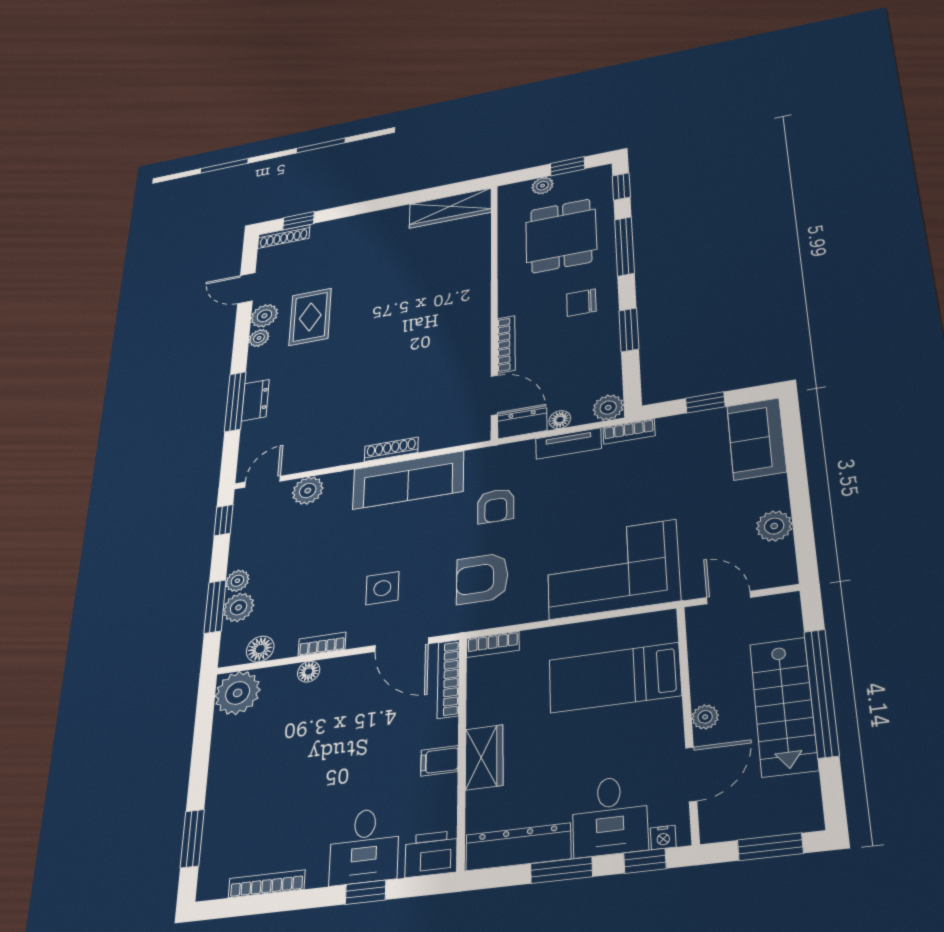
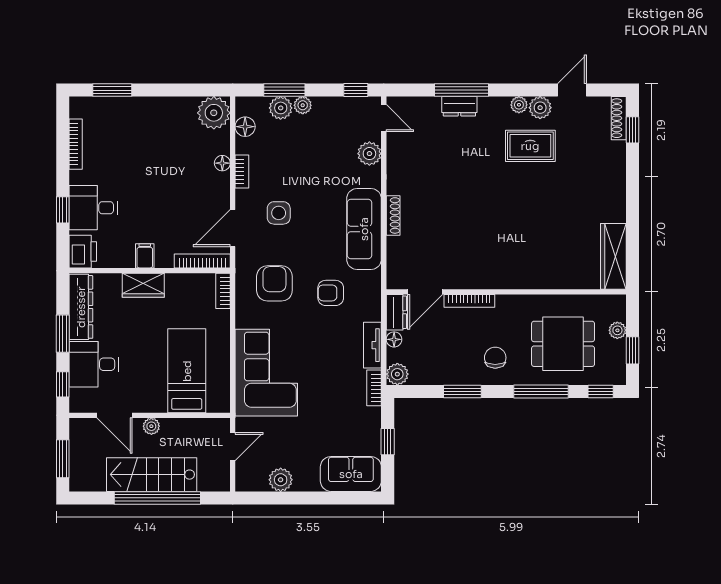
nightstand: (663, 837) -> (76, 396), removed

